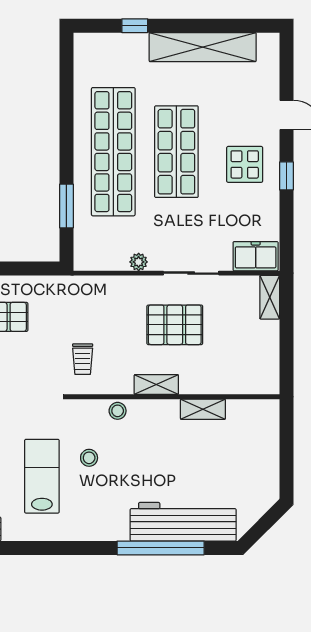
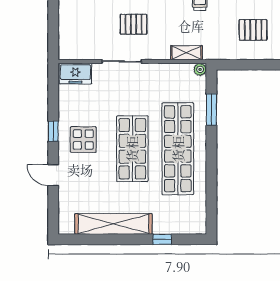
plant: (139, 262) -> (200, 69), moved
shelving: (270, 297) -> (187, 53), moved, turned 90
pallet: (175, 325) -> (134, 24), width x0.67, depth x0.71

